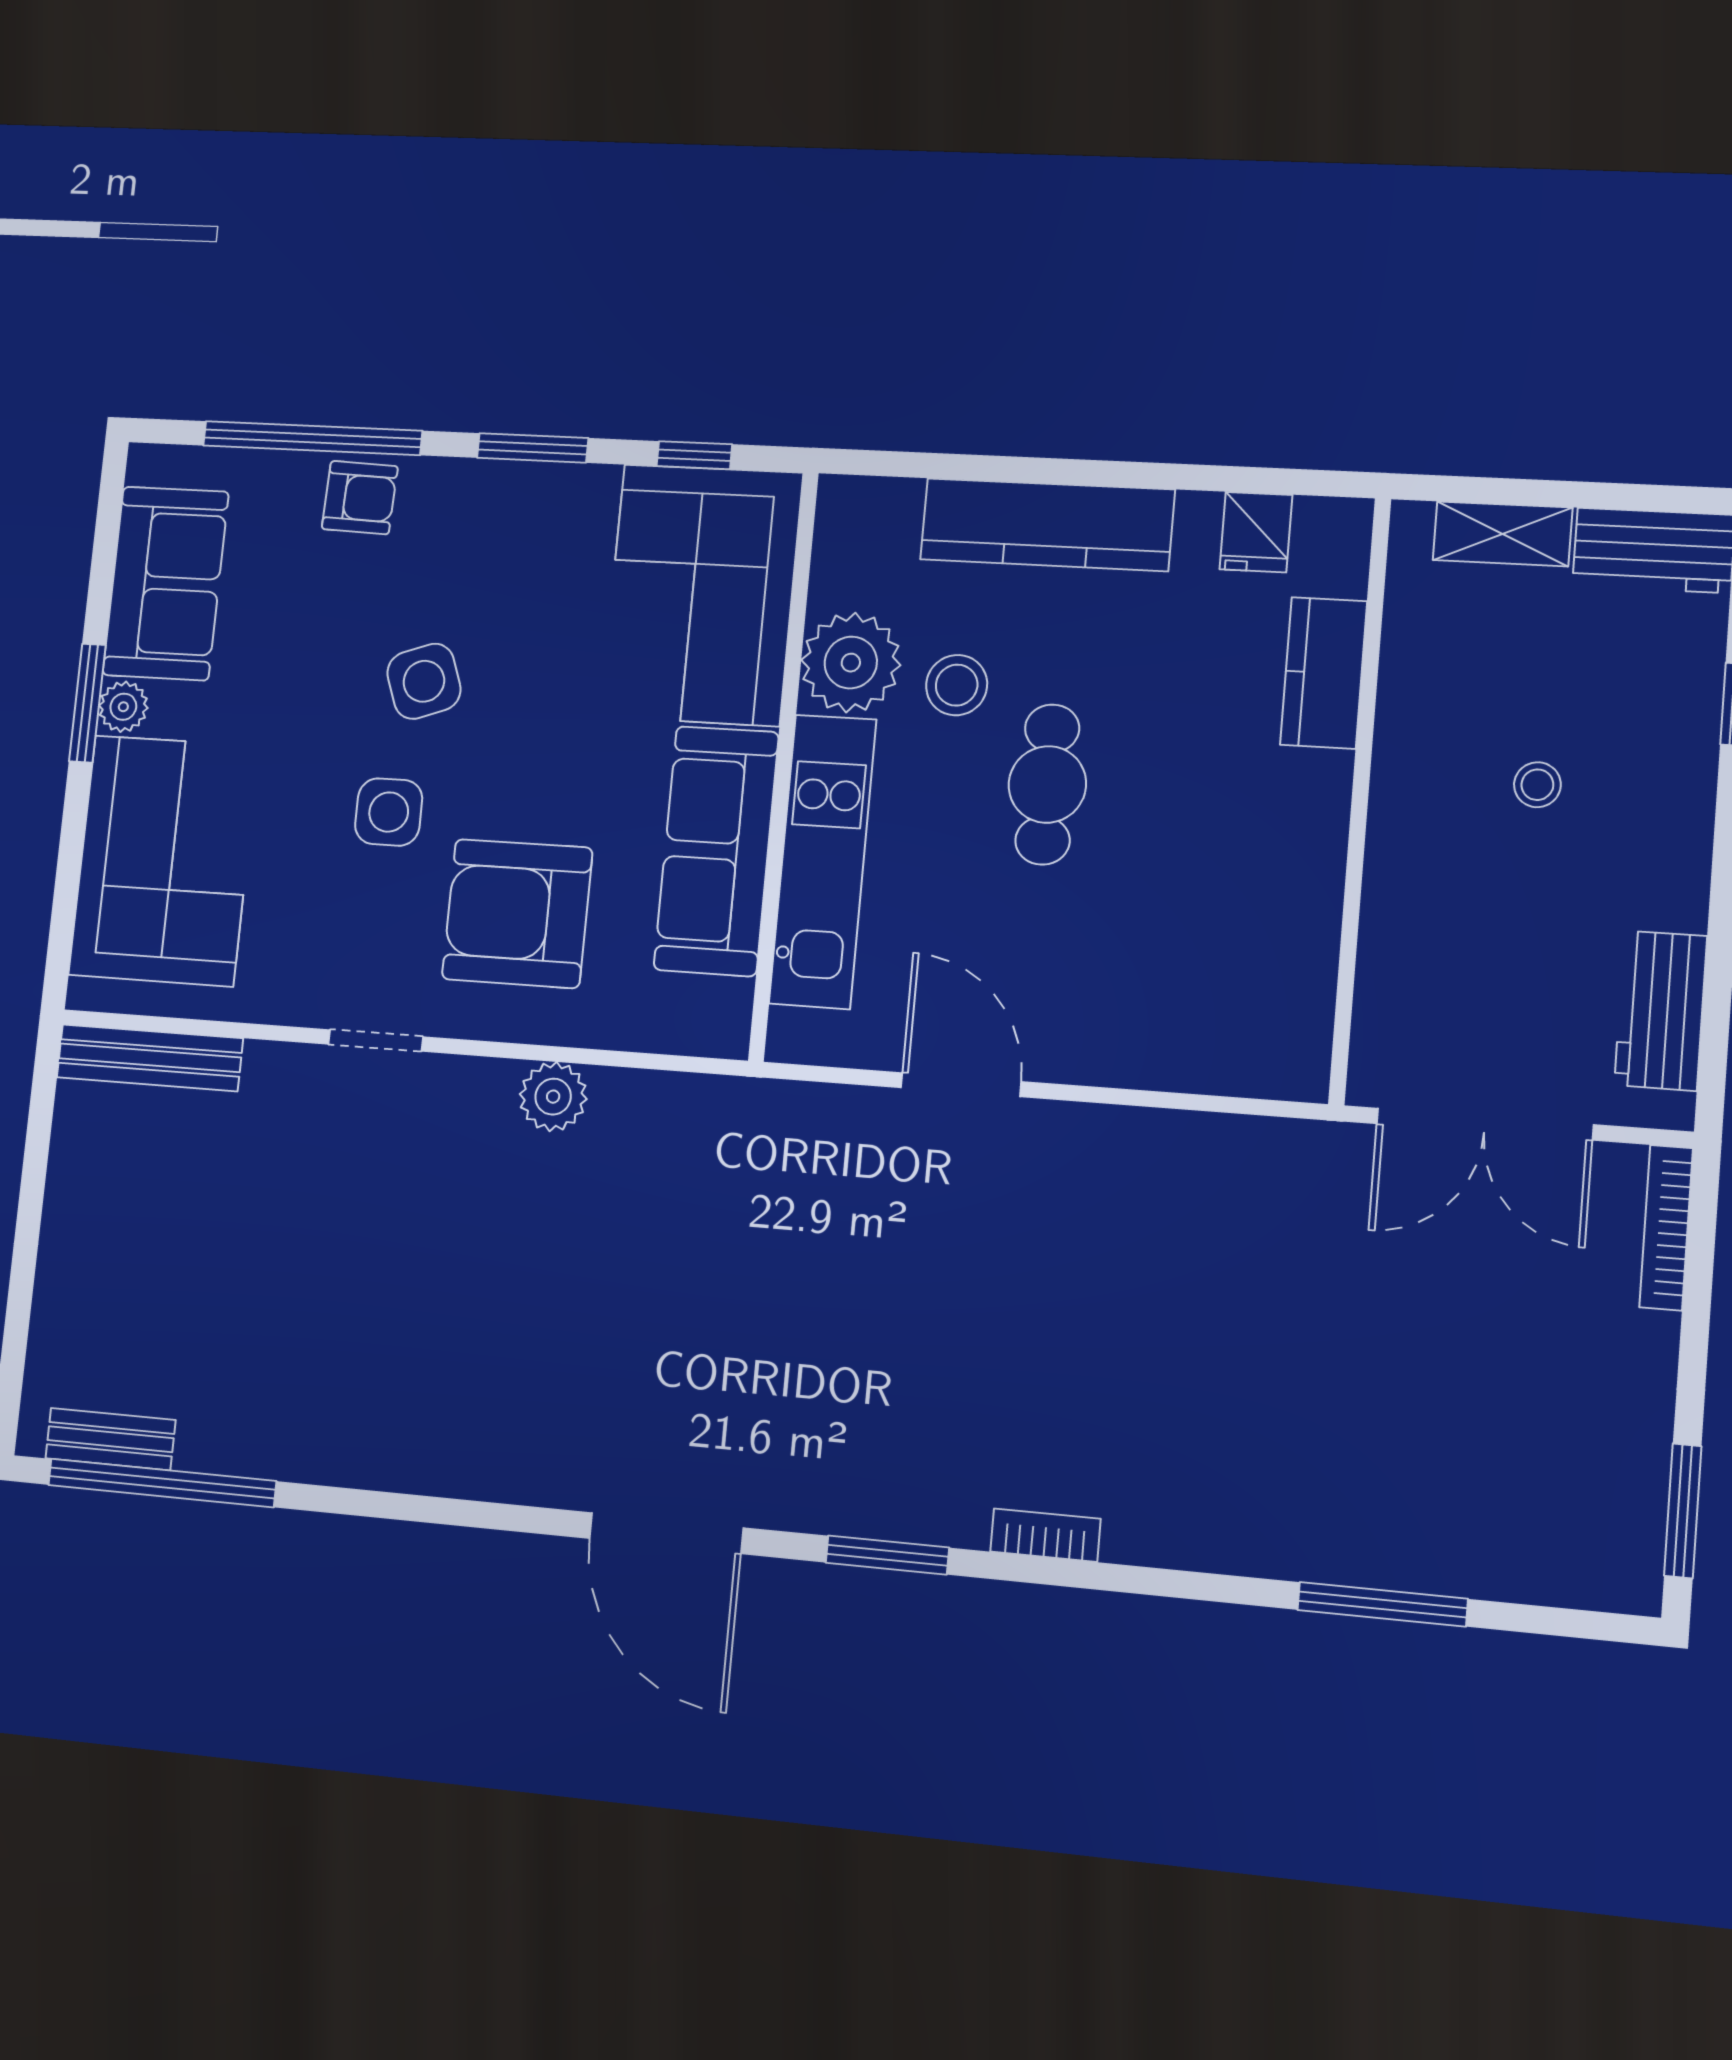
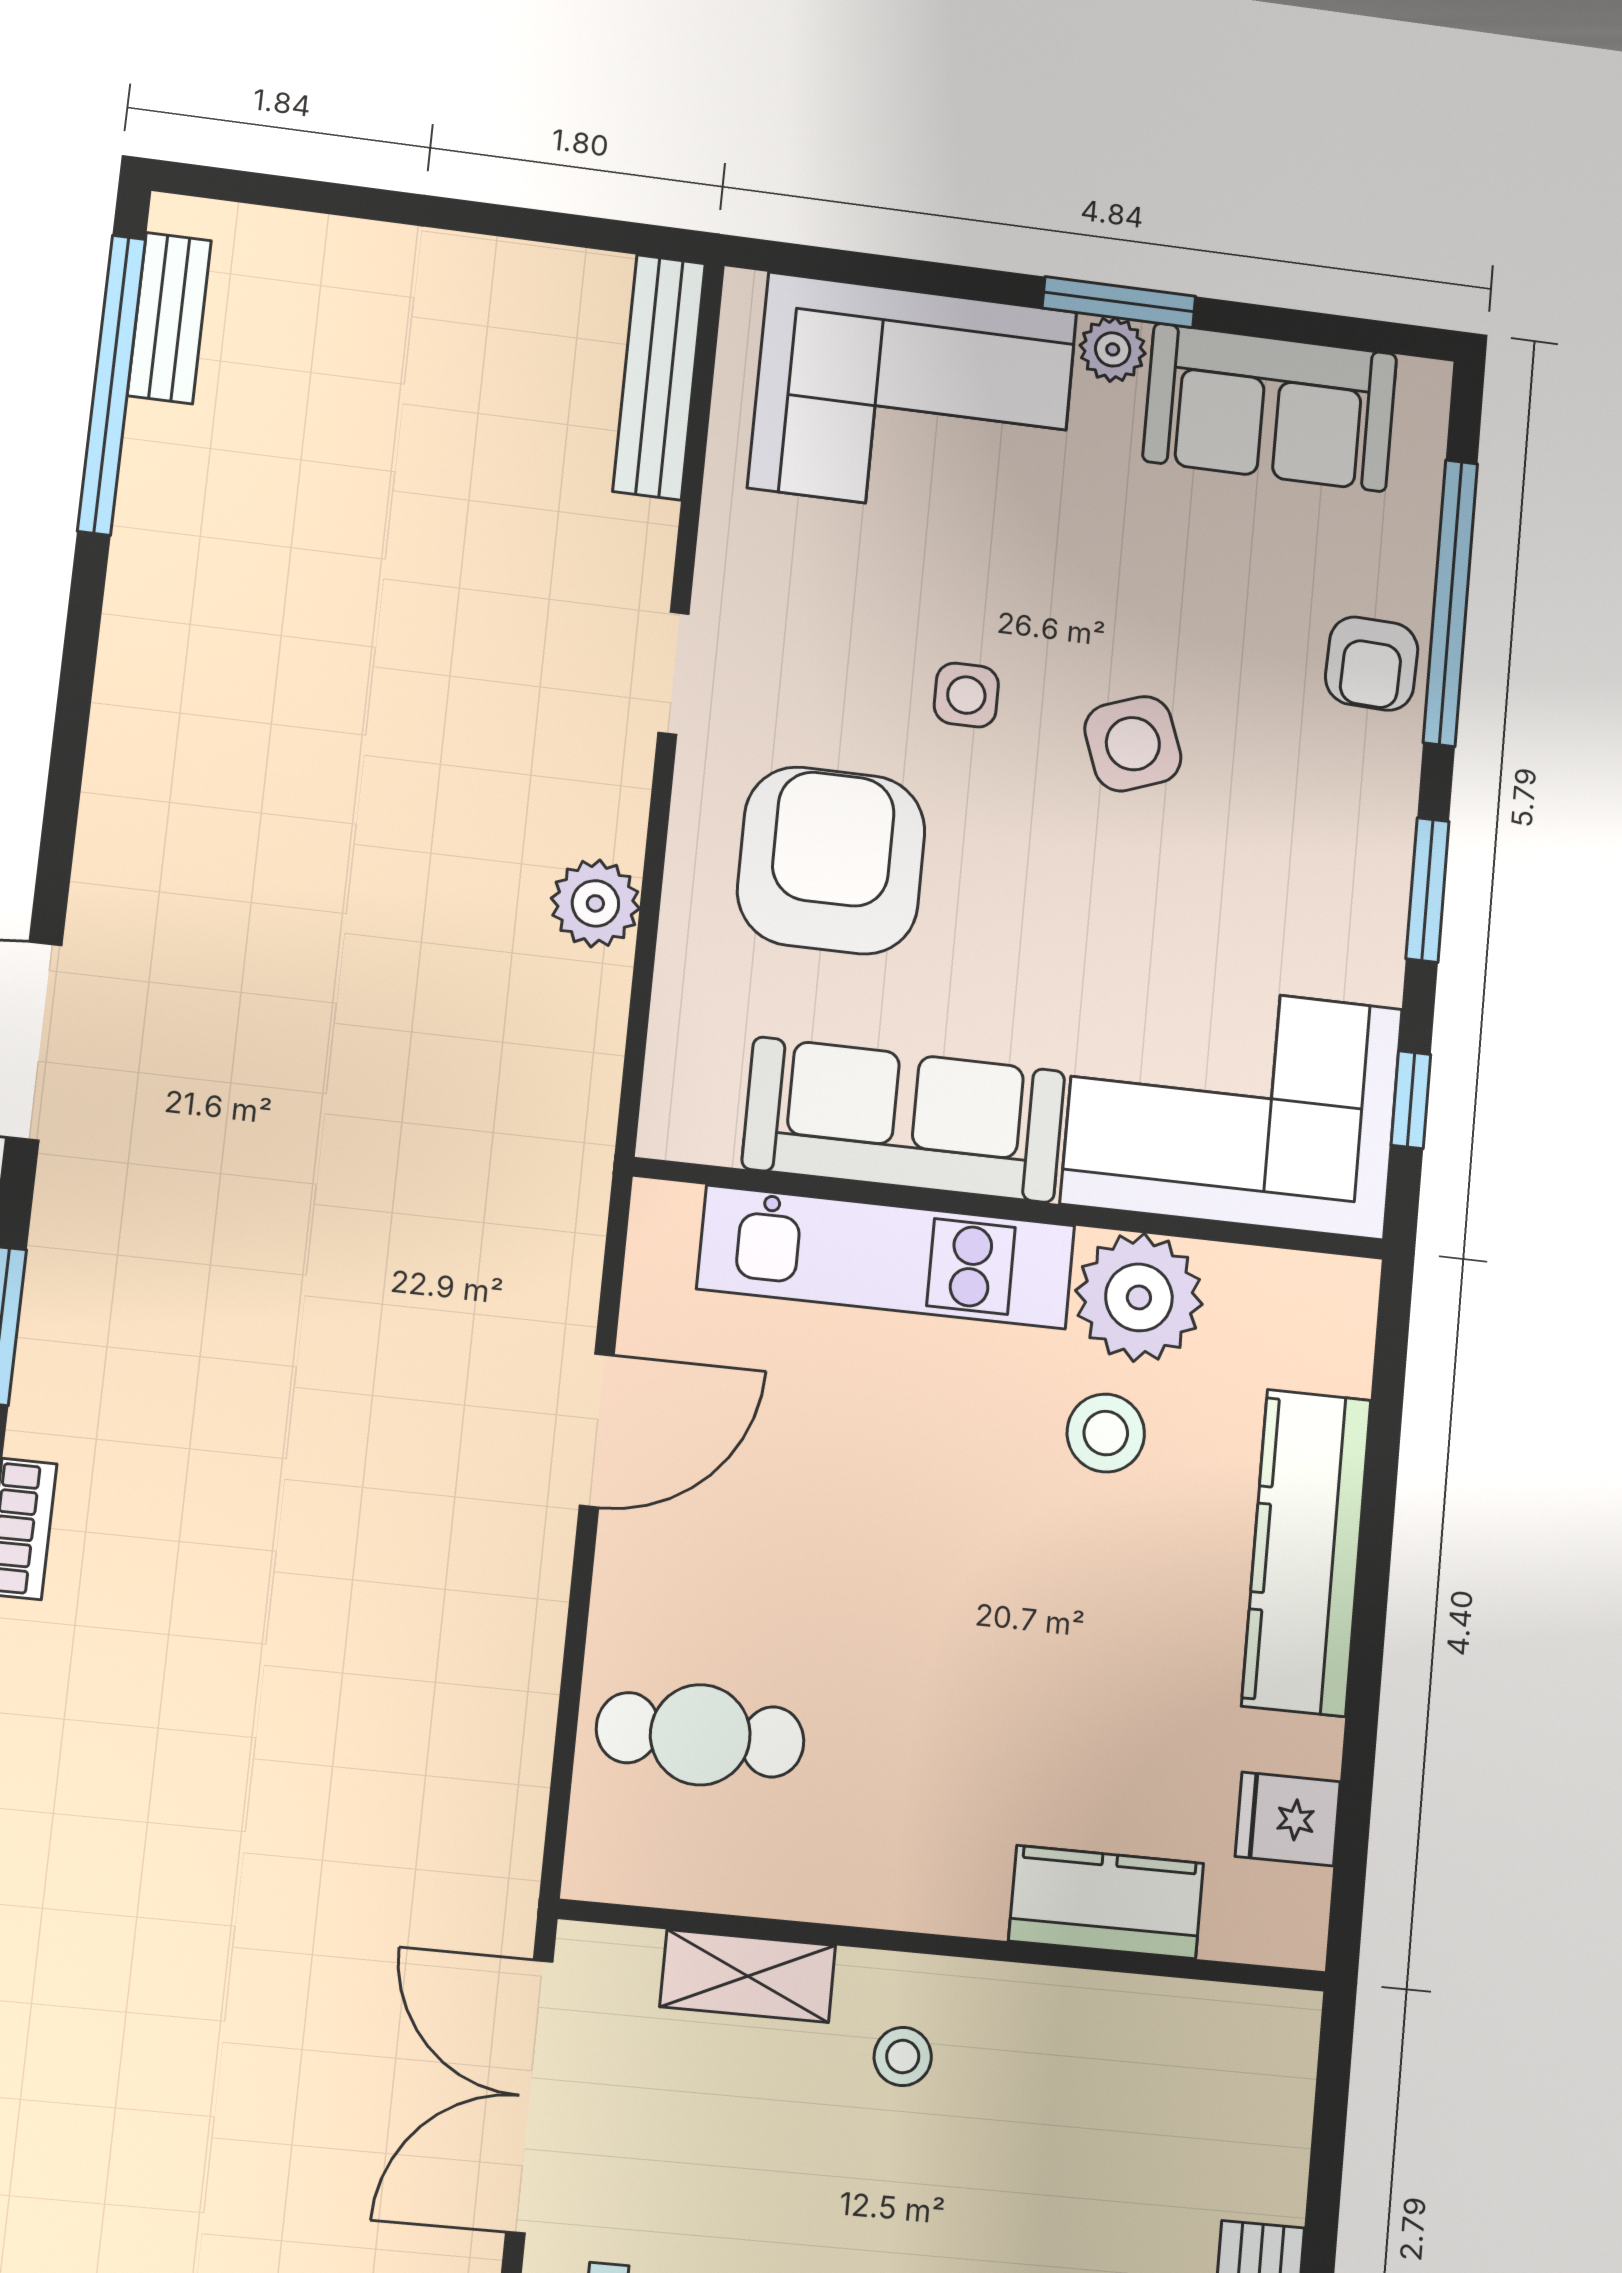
shelving: (1503, 534) -> (748, 1976), moved, turned 90
cafe table: (1047, 784) -> (700, 1735), moved
stool: (1537, 785) -> (903, 2057), moved
side table: (389, 812) -> (966, 695), width x0.73, depth x0.73

